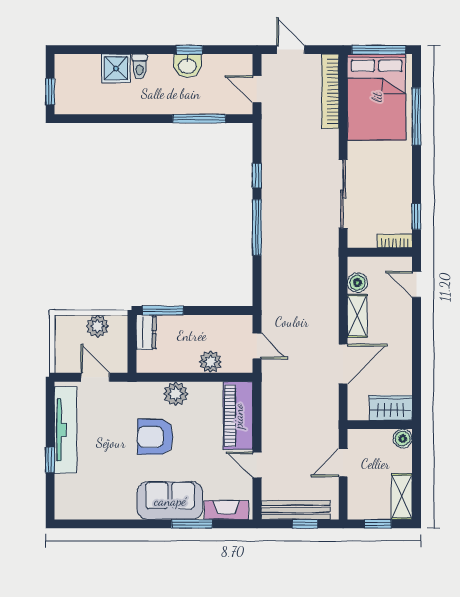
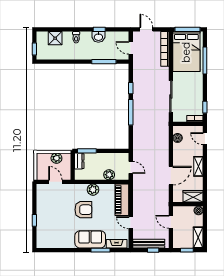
shower: (116, 68) -> (55, 38), moved
shelving: (357, 316) -> (198, 166), moved
tv unit: (65, 430) -> (42, 206), removed
armchair: (155, 437) -> (83, 210), turned 180
door: (343, 463) -> (171, 222), hinge flipped

